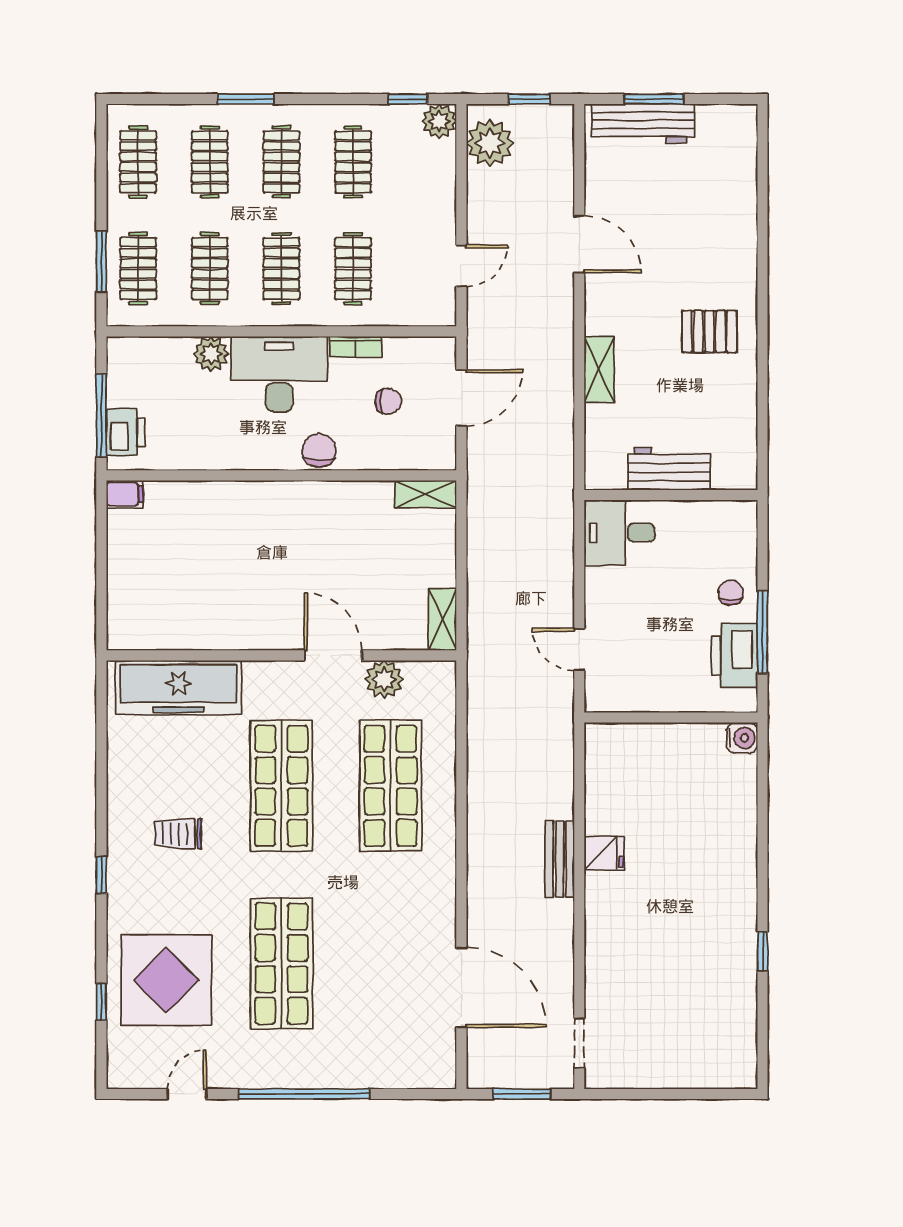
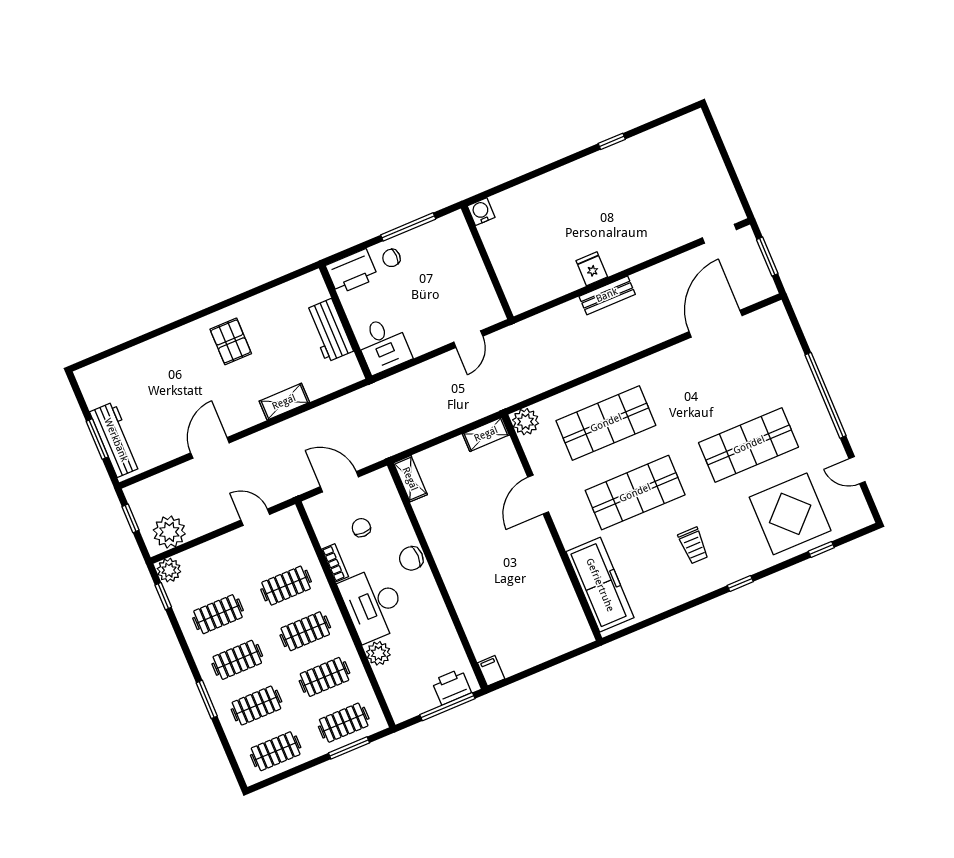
printer: (734, 655) -> (352, 272), moved
plant: (384, 679) -> (526, 422), moved

